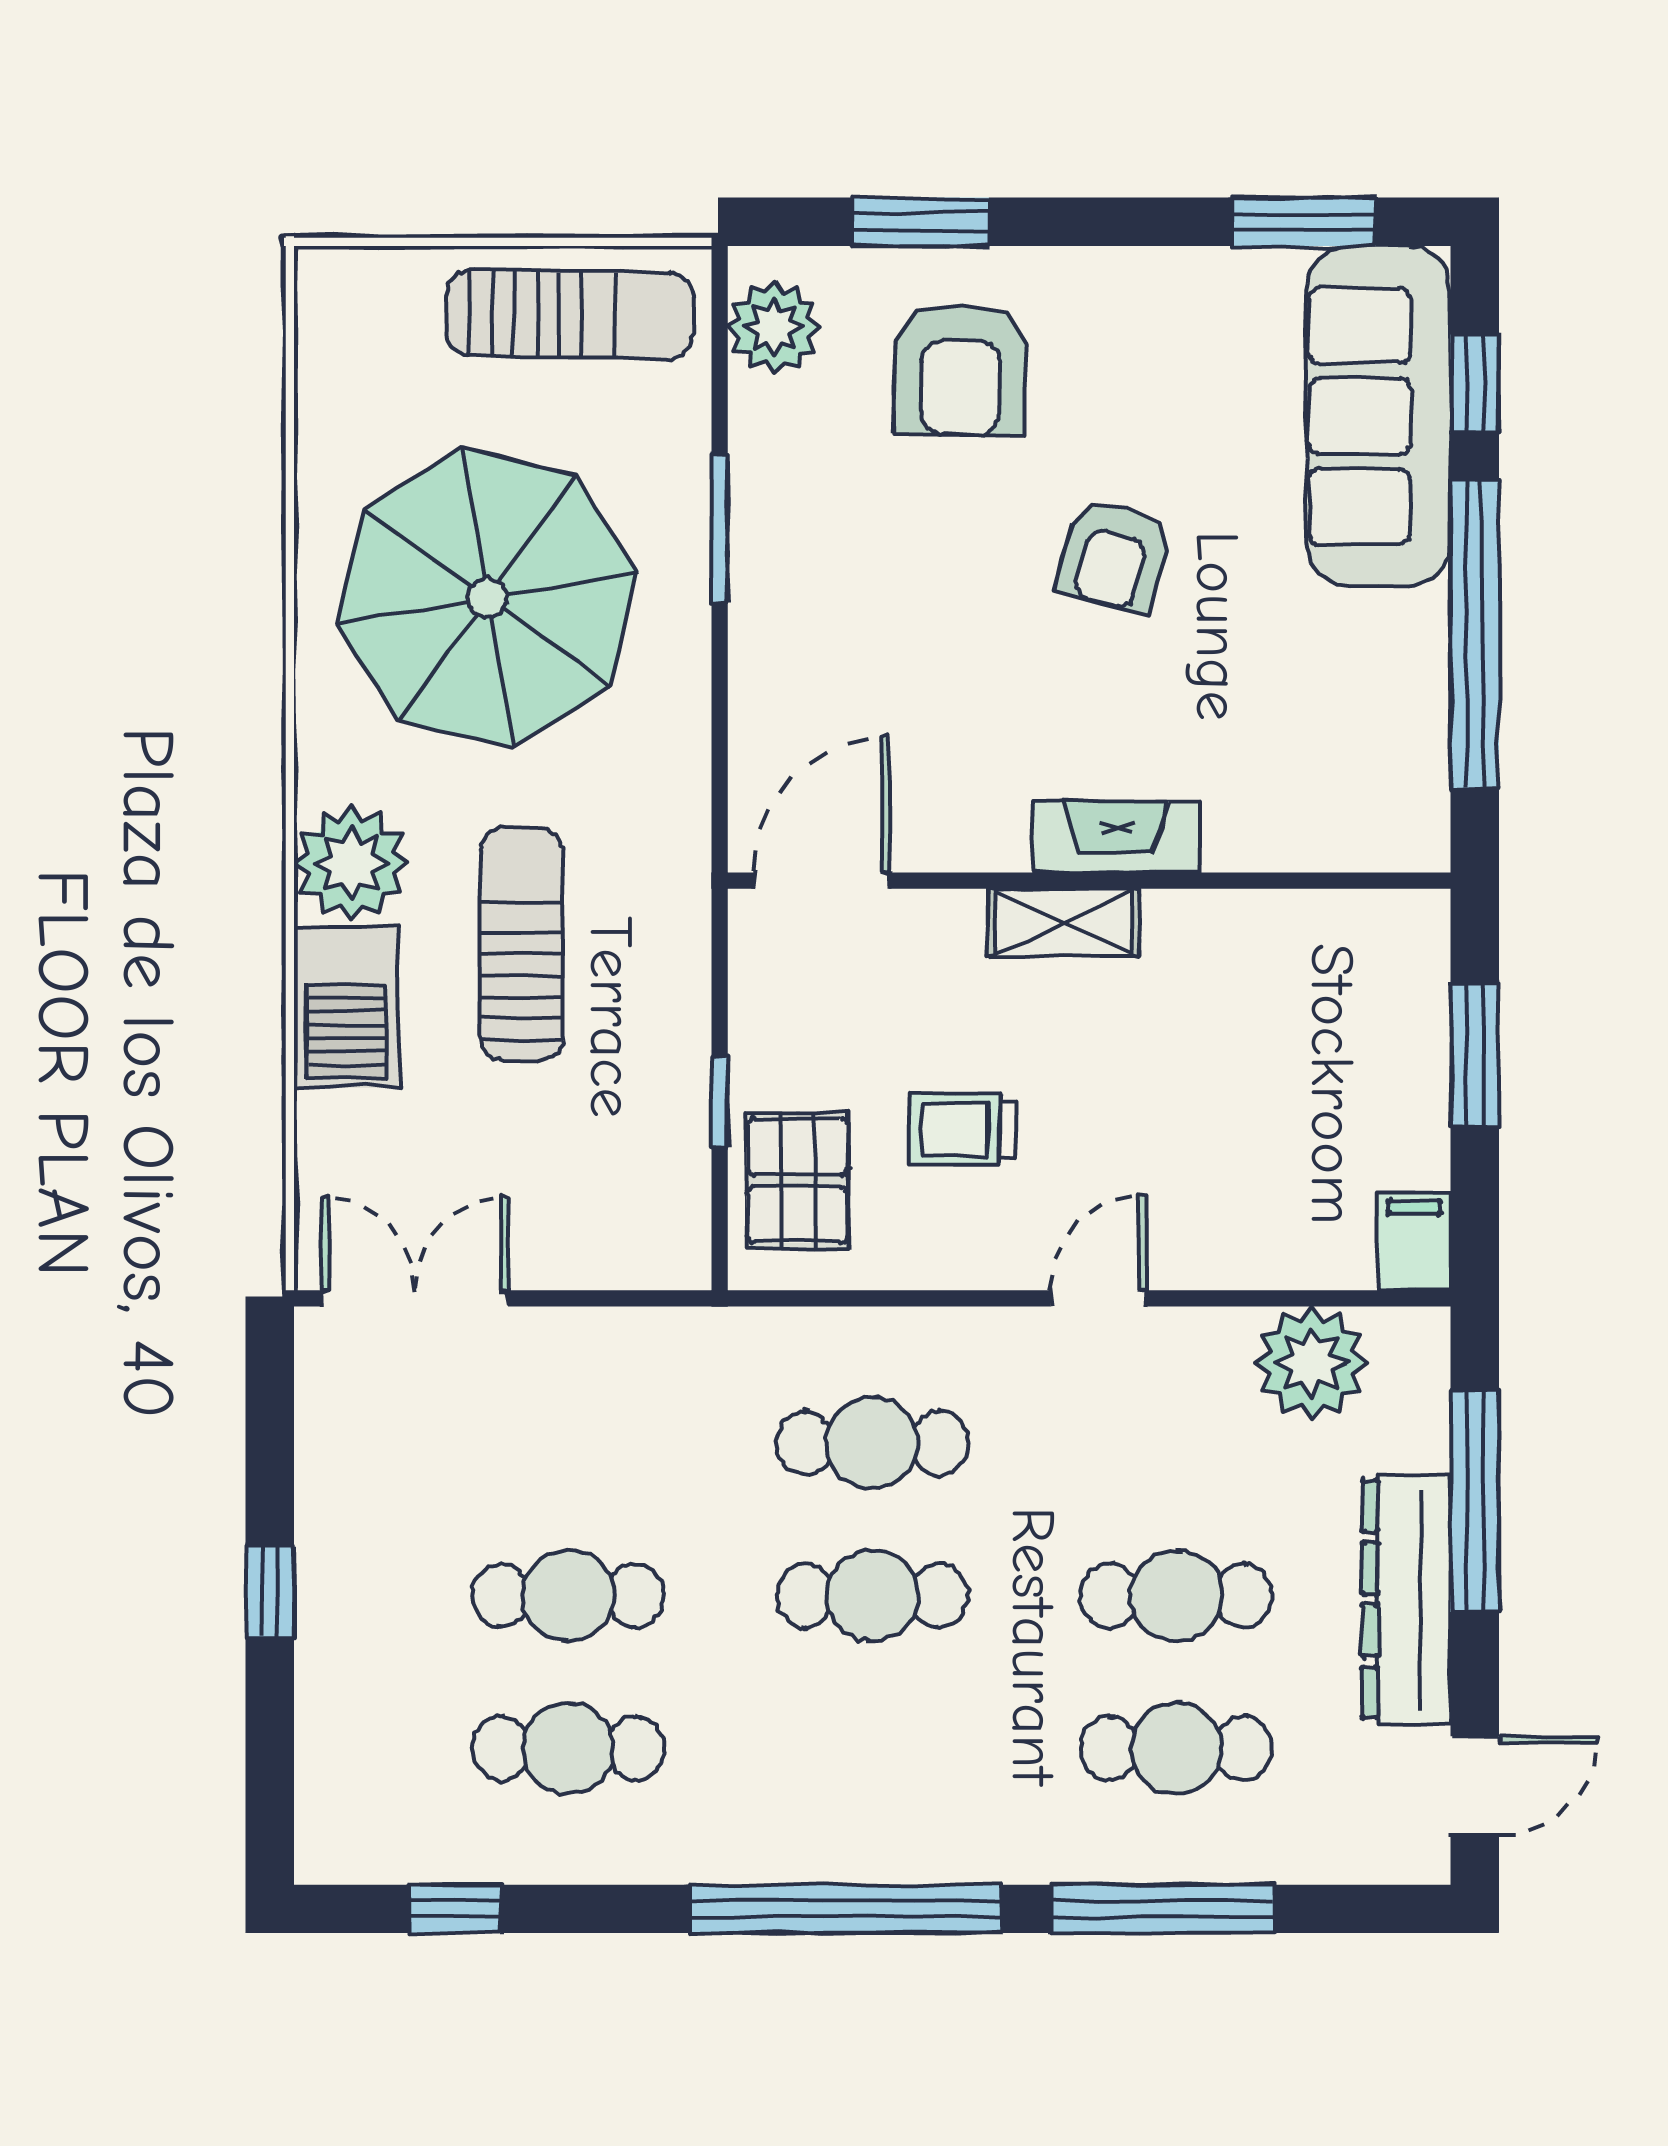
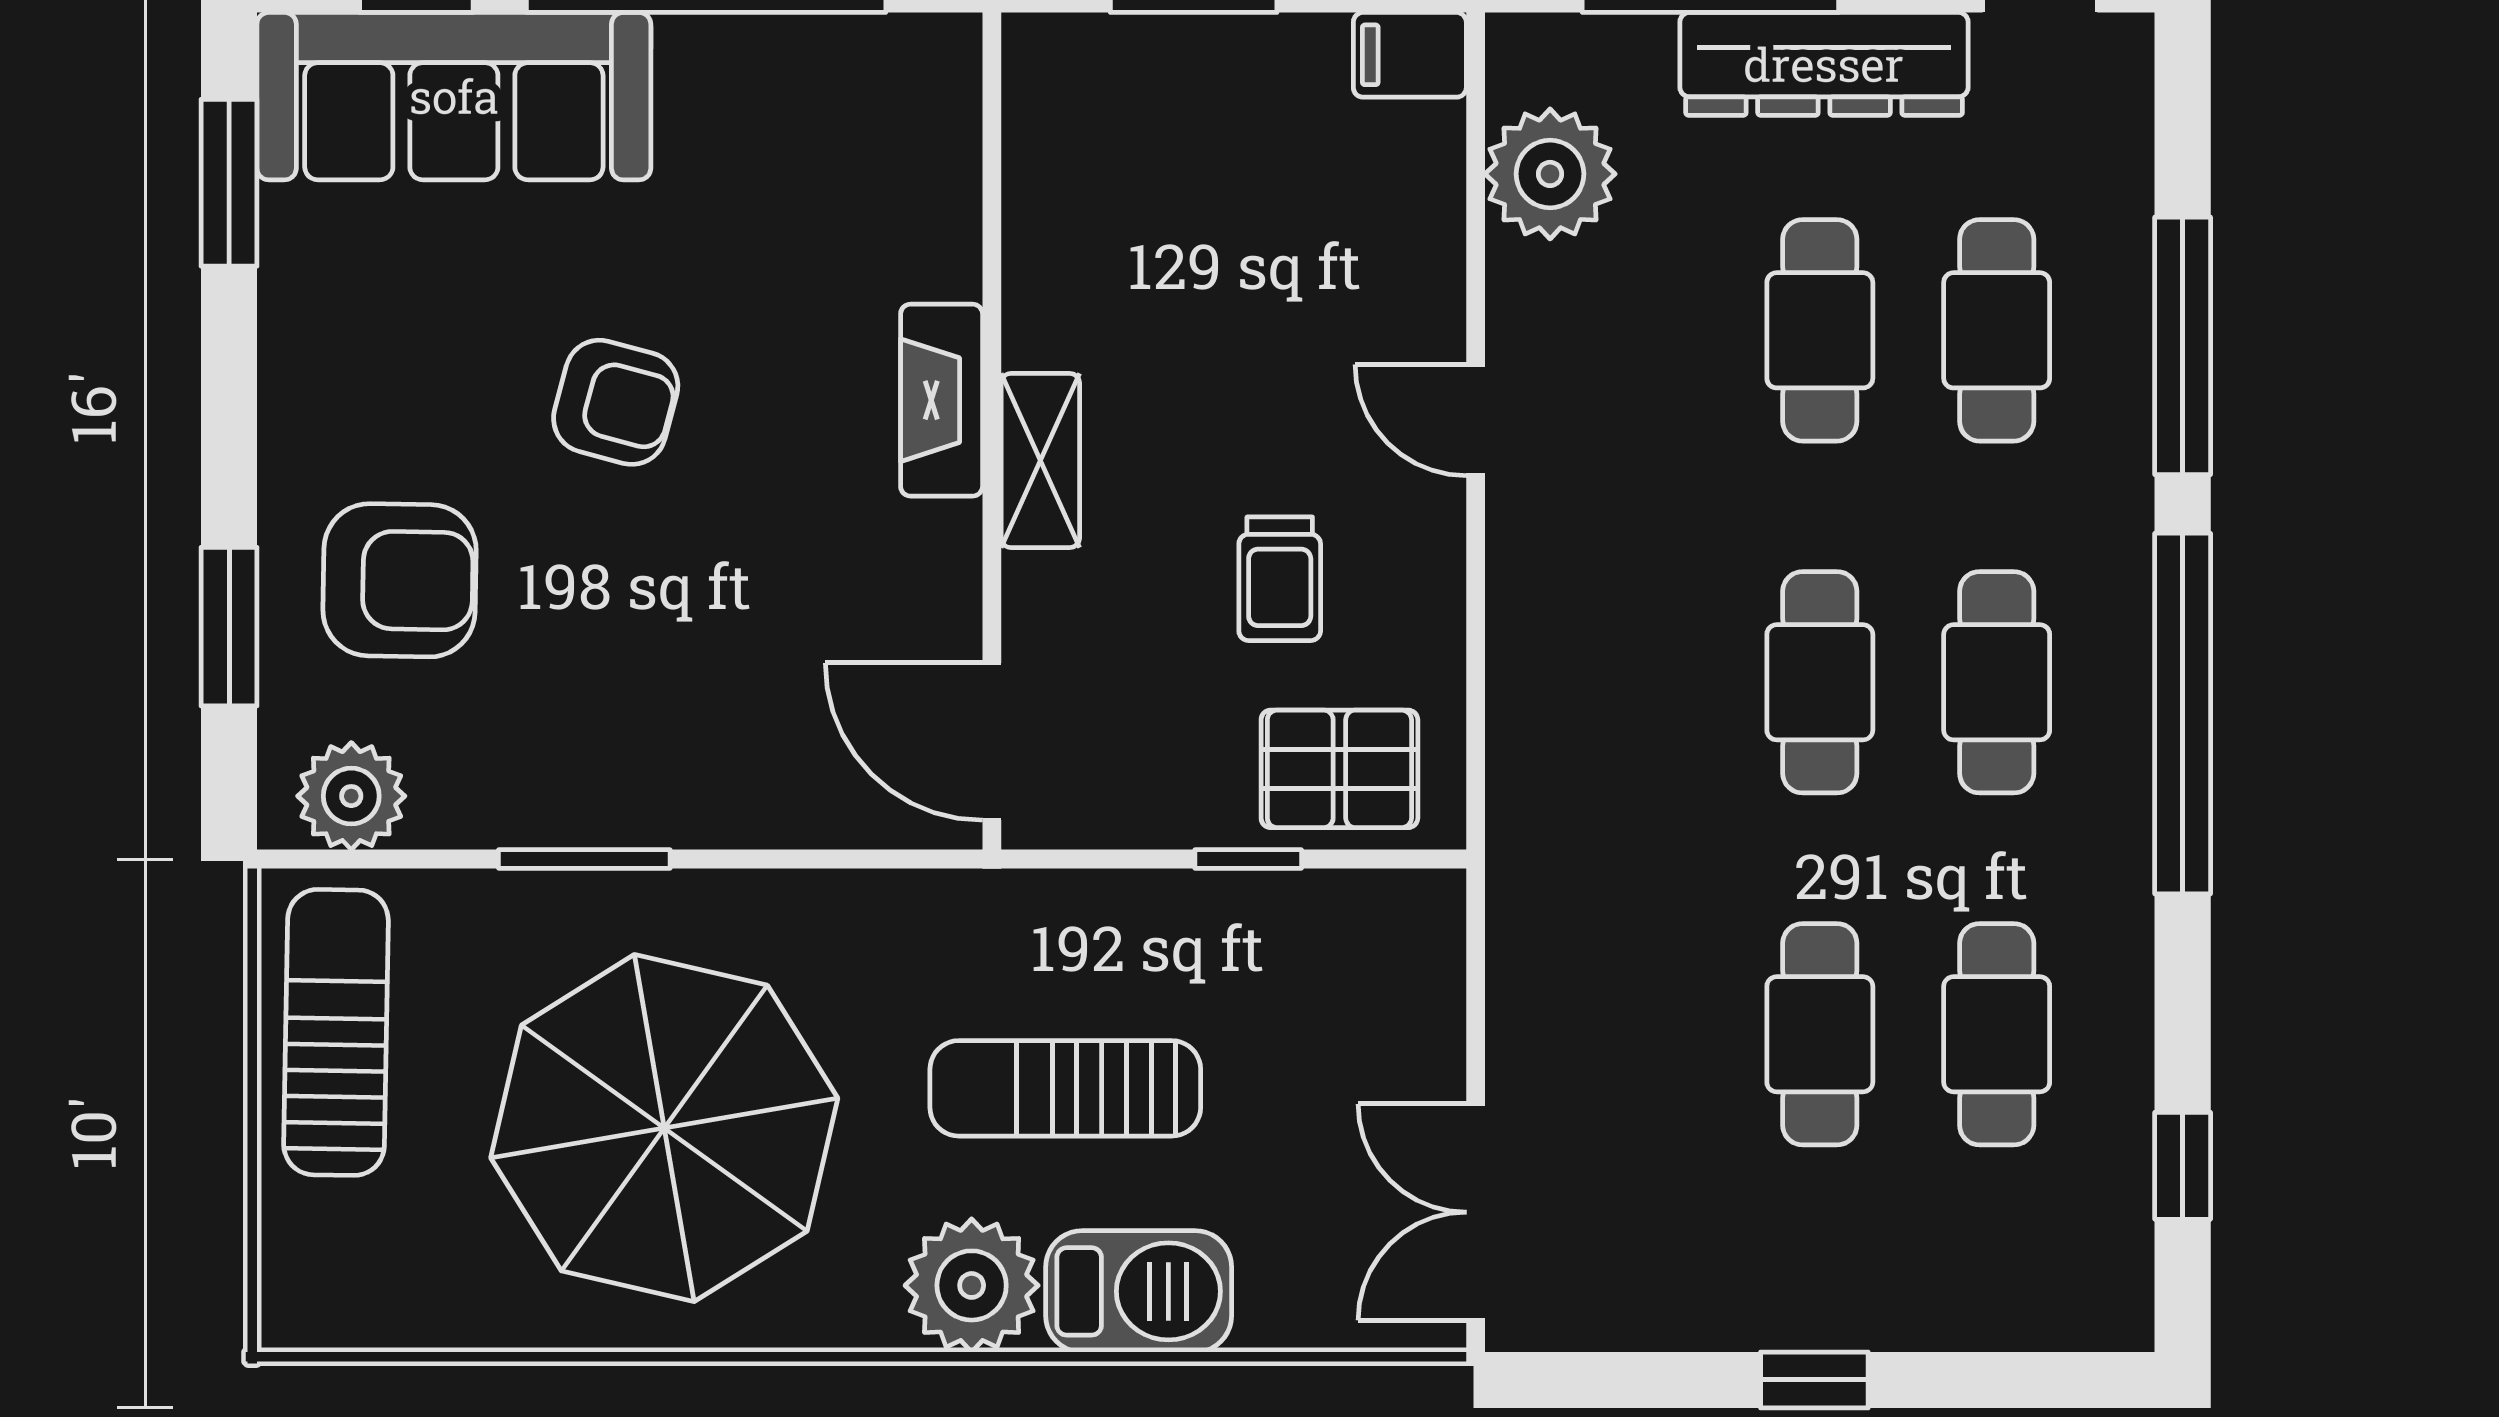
cafe table: (872, 1443) -> (1997, 682), moved

